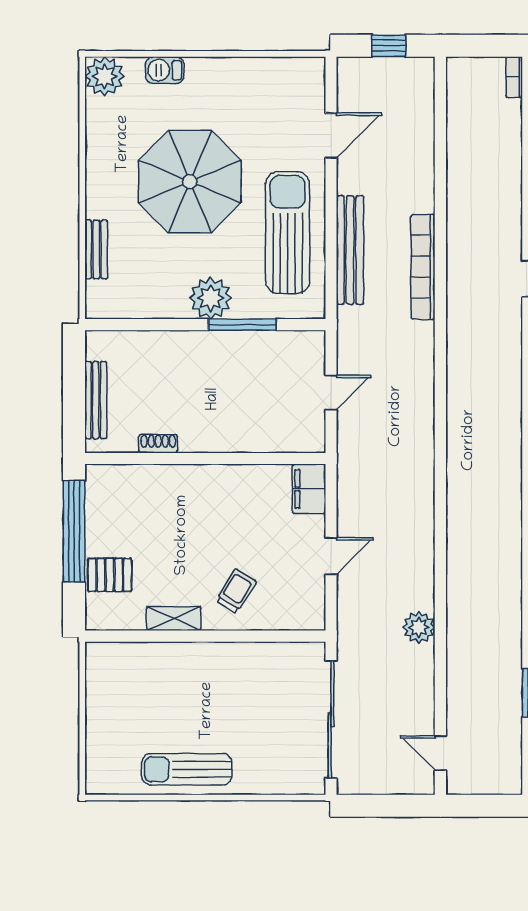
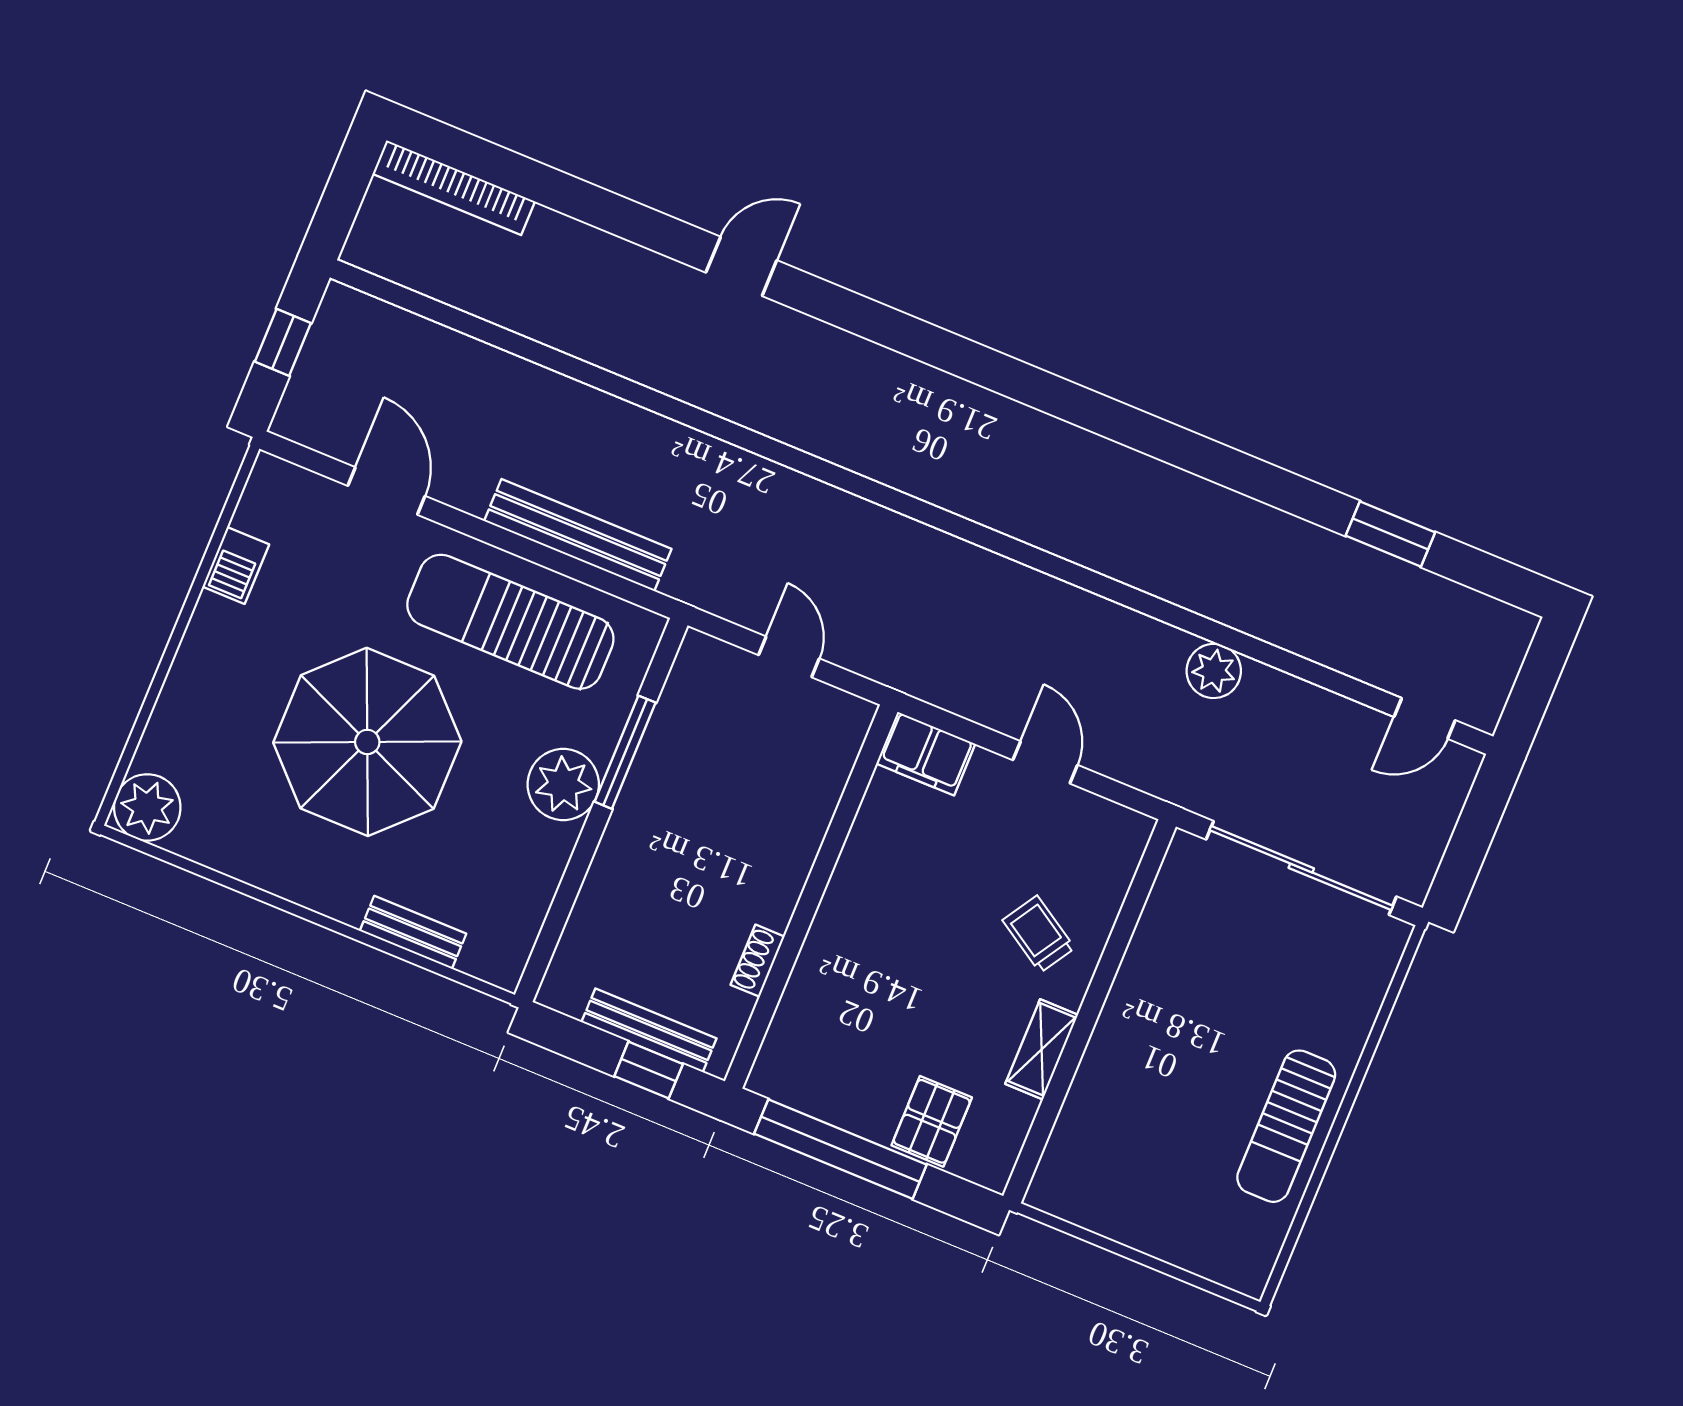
barbecue: (165, 70) -> (236, 565), moved
bookcase: (514, 77) -> (454, 188), width x2.31, depth x1.31
bookcase: (423, 267) -> (651, 432), removed
window: (74, 409) -> (649, 1070), added

